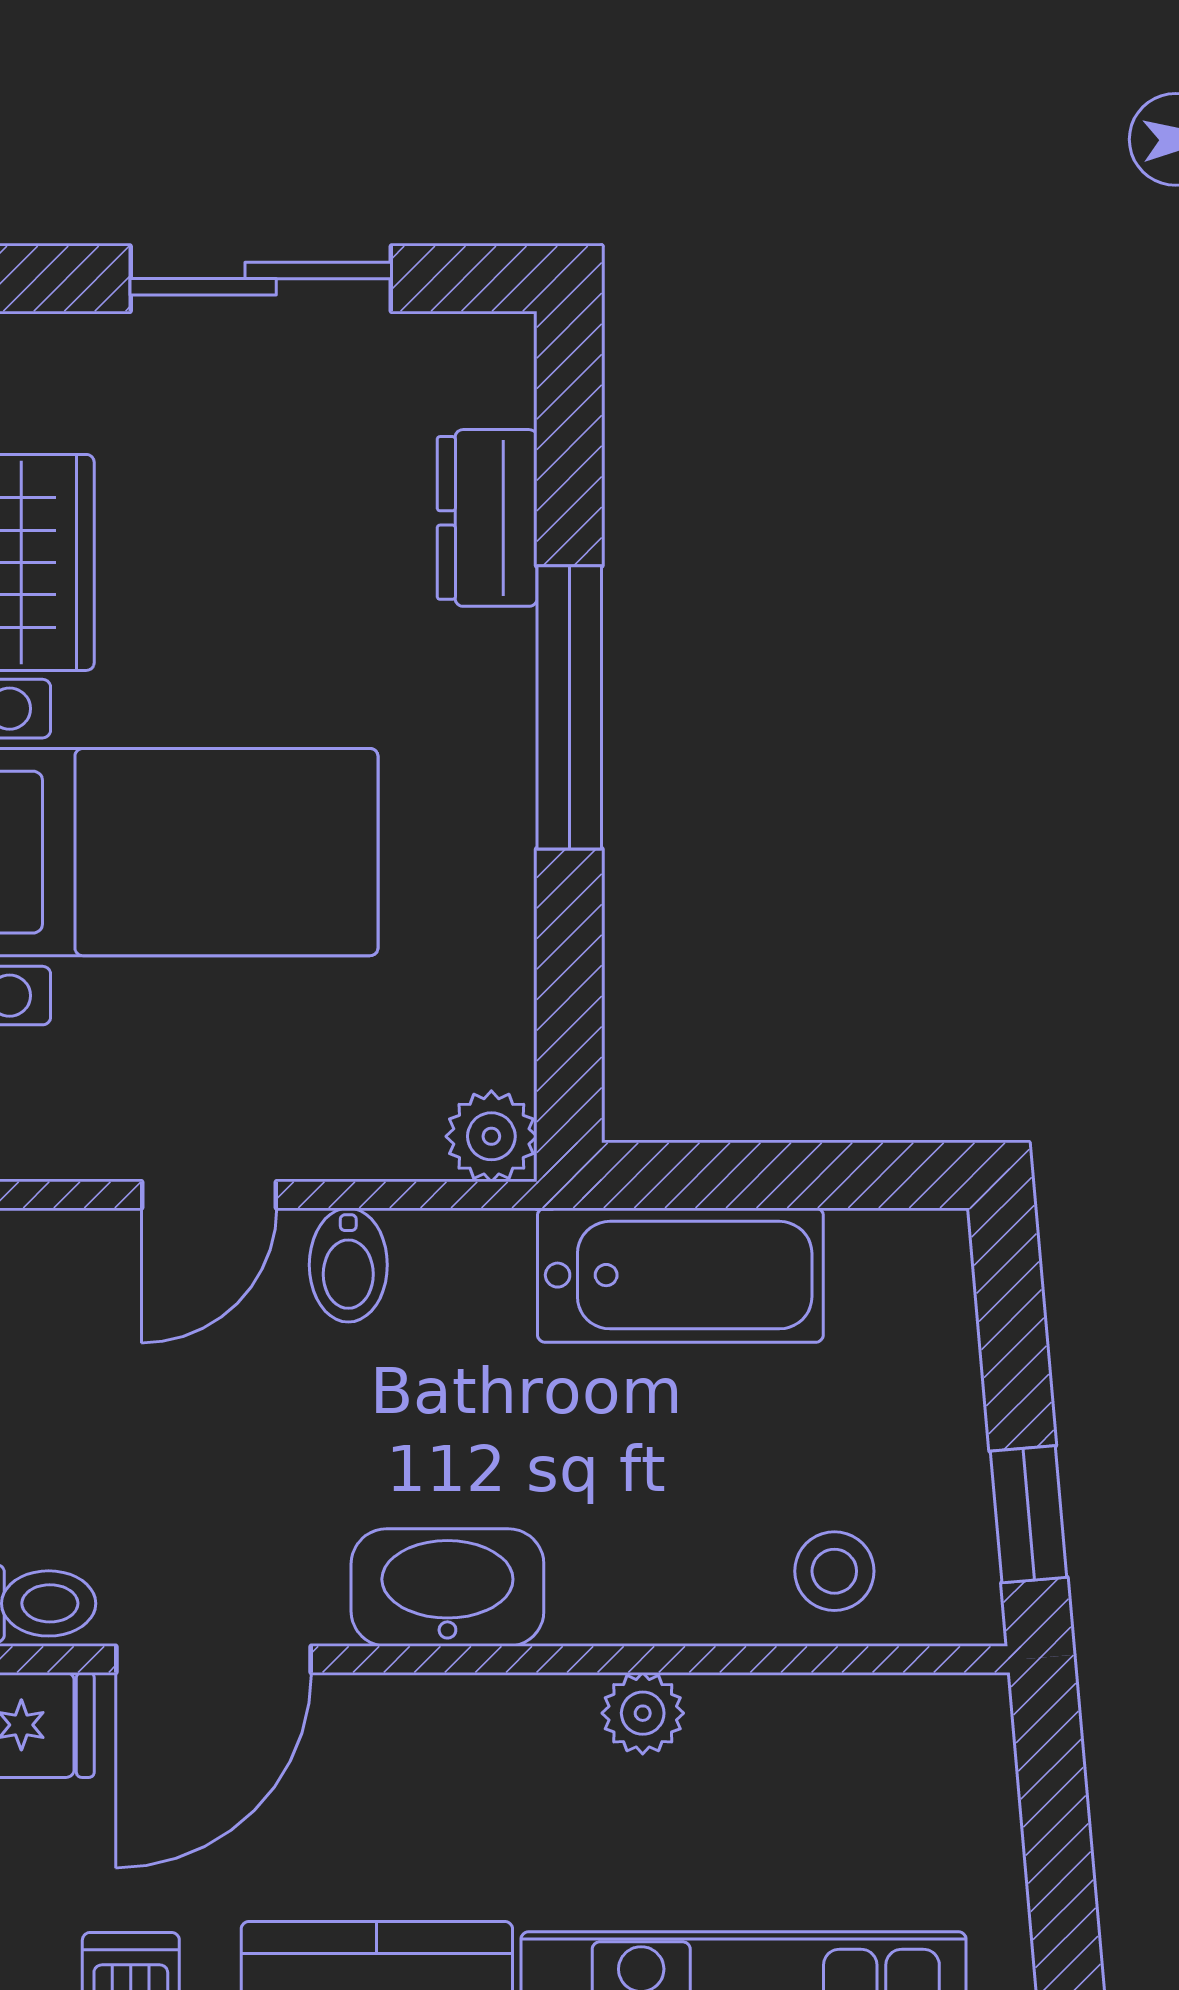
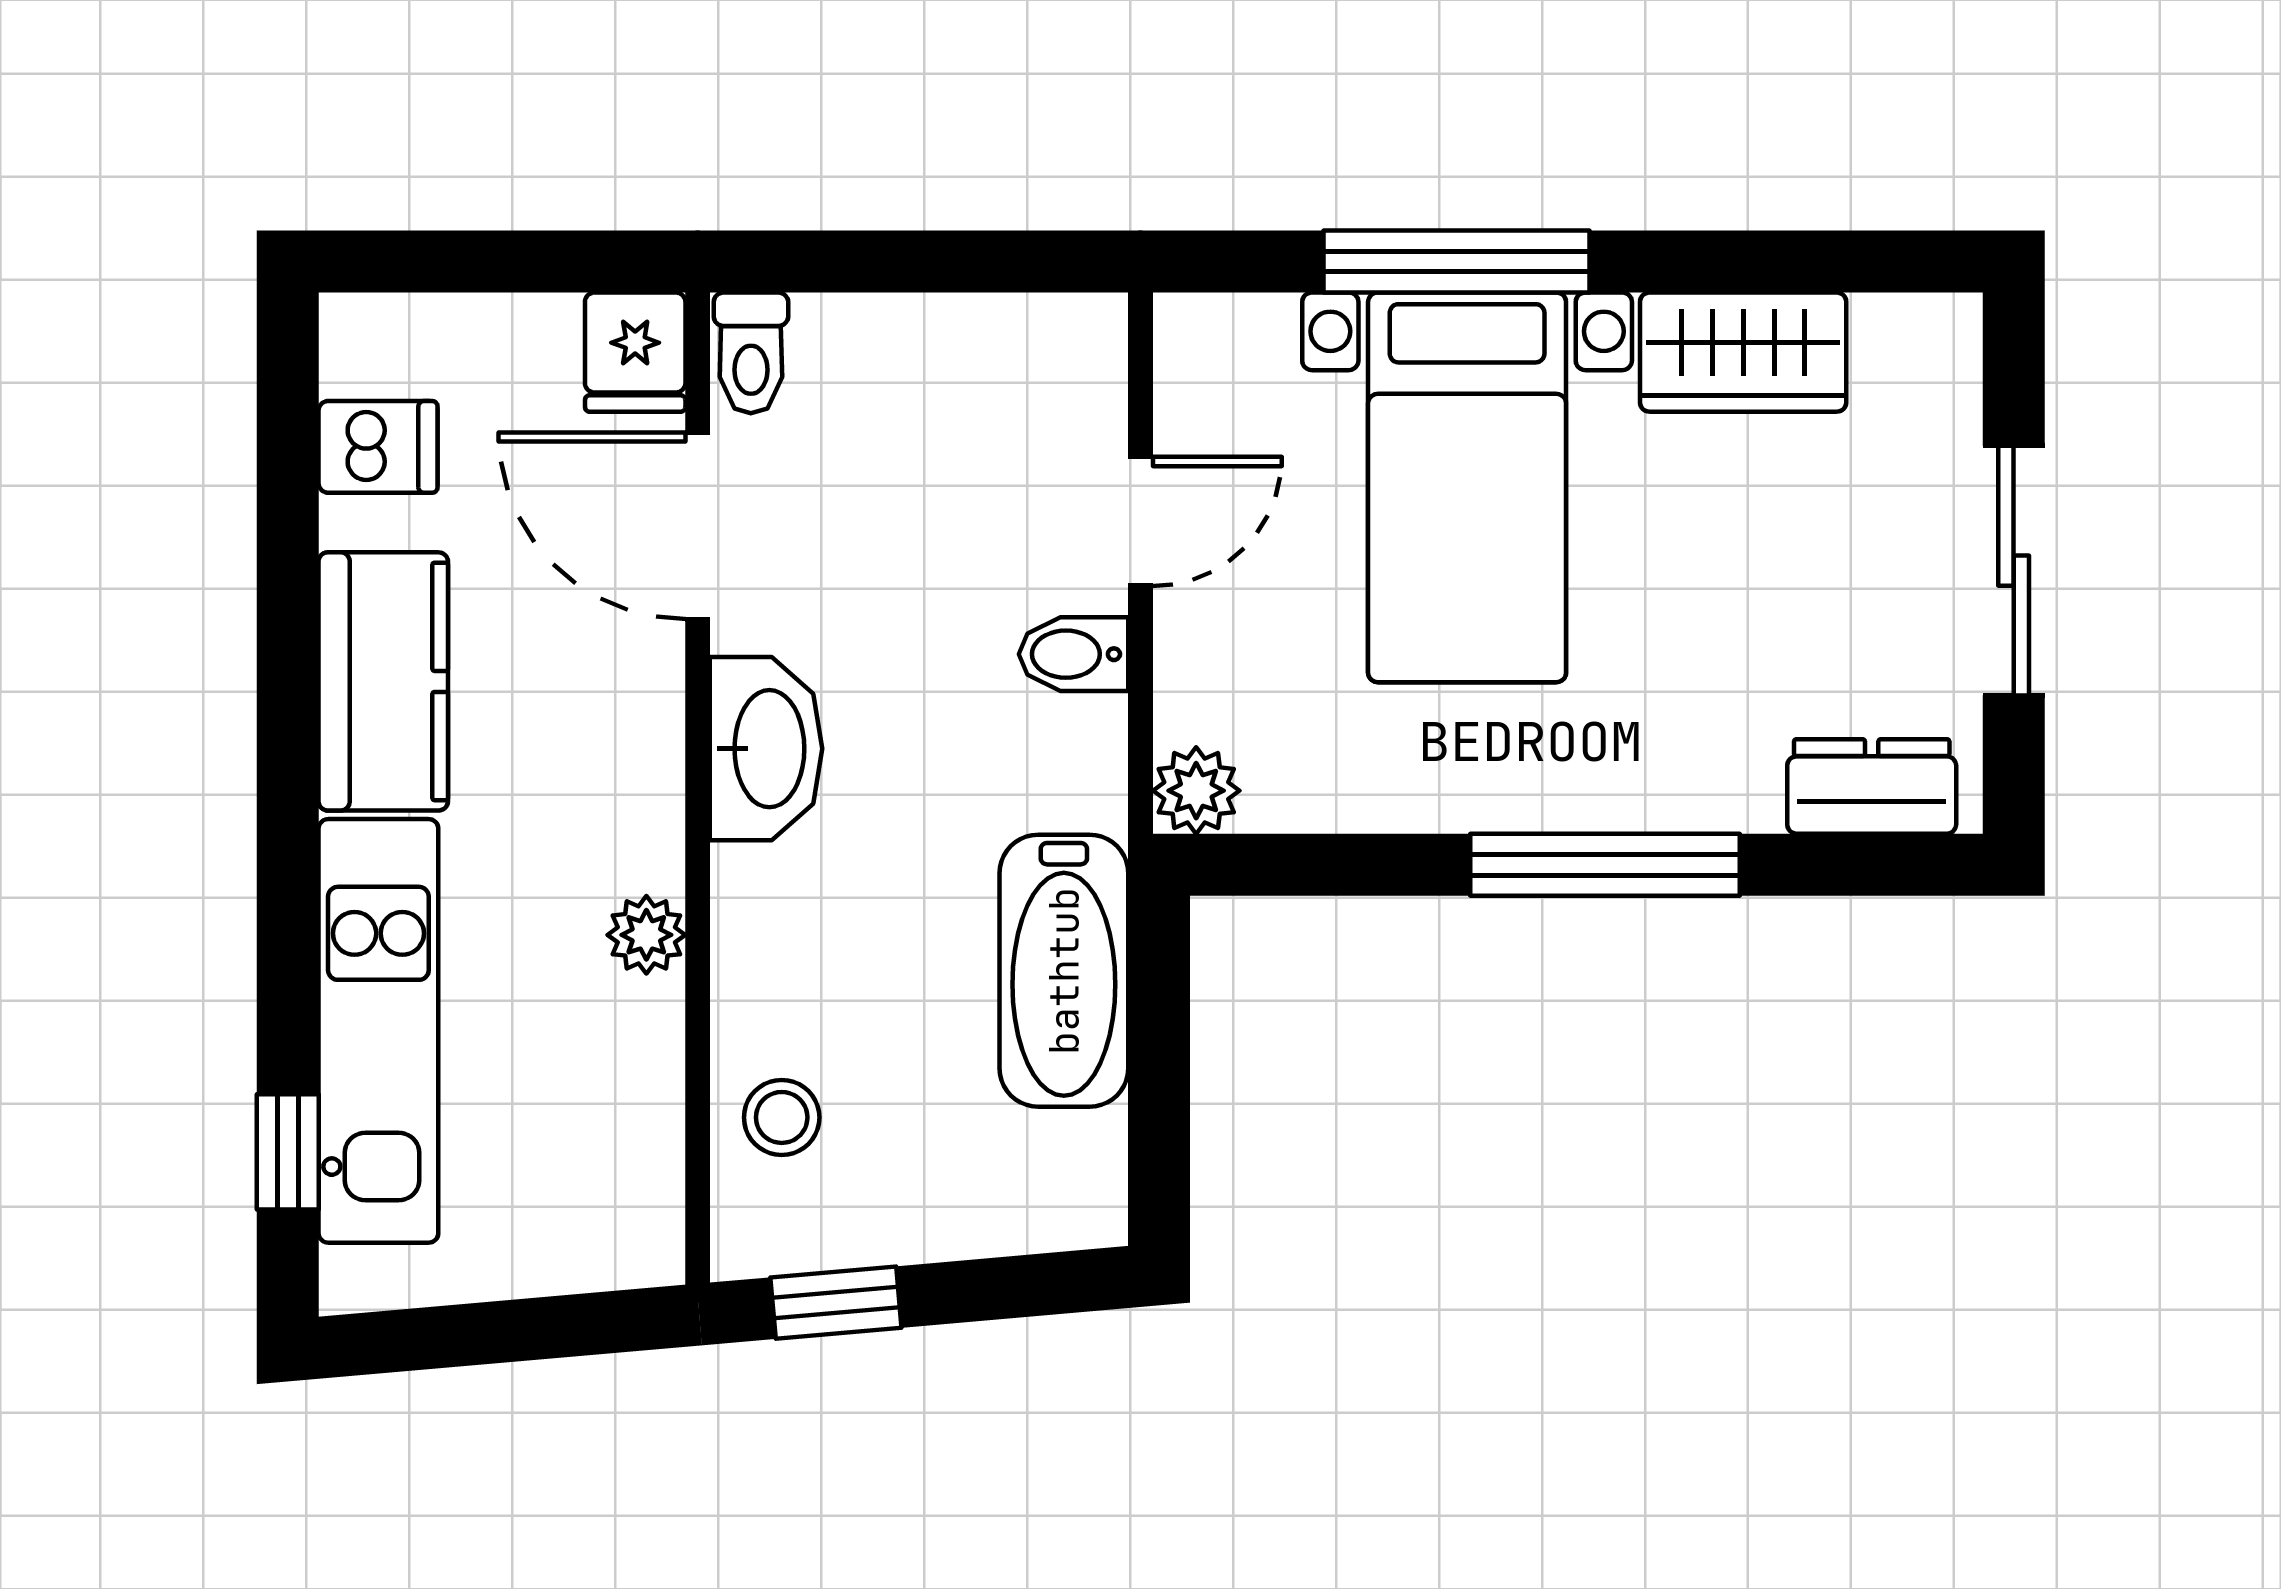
dresser: (487, 518) -> (1872, 787), moved
door: (209, 1195) -> (1140, 521), swing flipped

